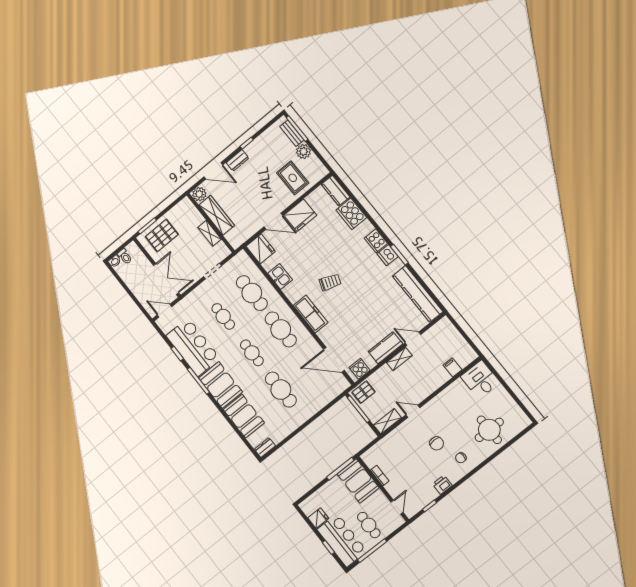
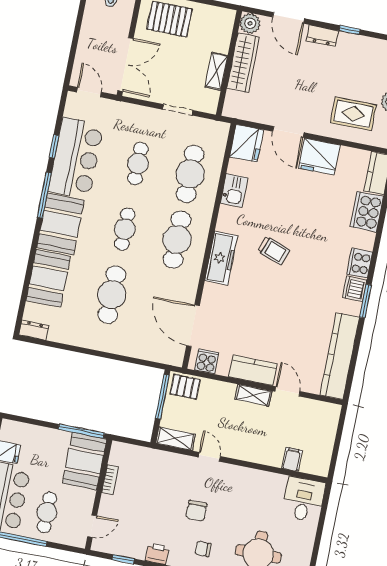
rug: (293, 178) -> (353, 114), turned 90

